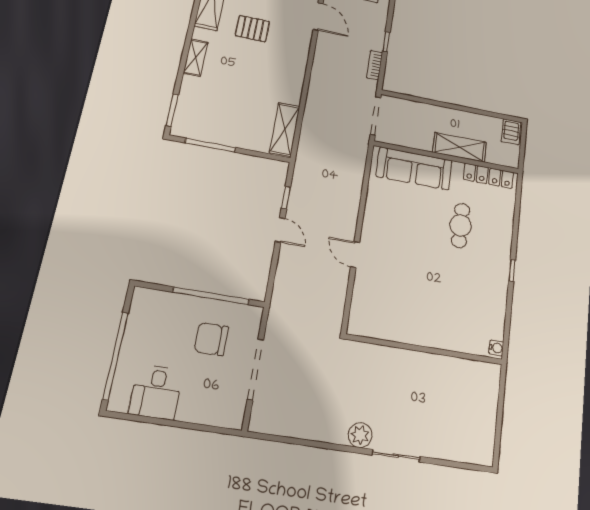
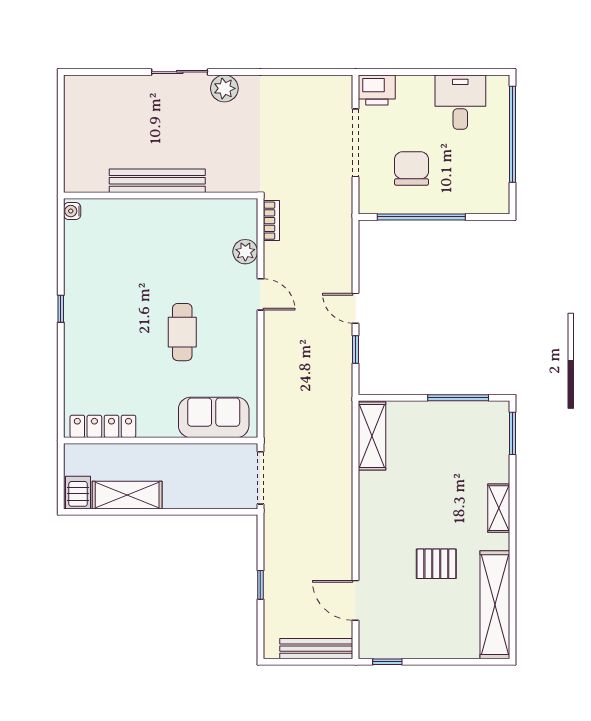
bookcase: (375, 65) -> (271, 221), moved
shelving: (459, 147) -> (127, 495), moved
sofa: (414, 168) -> (214, 417), width x0.73
cafe table: (461, 225) -> (182, 332), moved
plant: (362, 291) -> (245, 252), added
chair: (211, 339) -> (412, 168), turned -90
bench: (426, 362) -> (157, 181), added
printer: (228, 414) -> (377, 90), added

